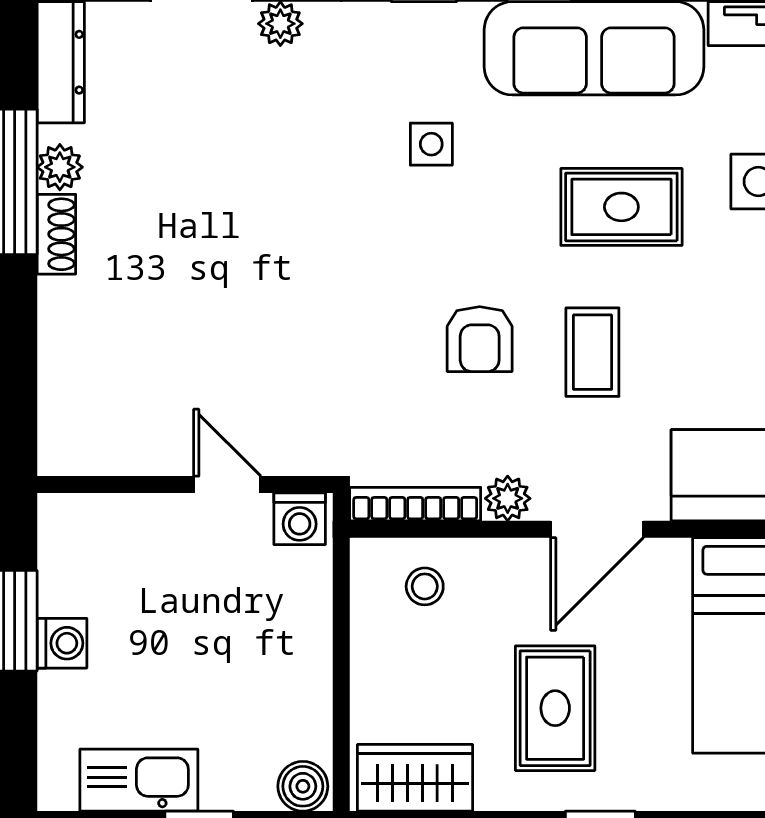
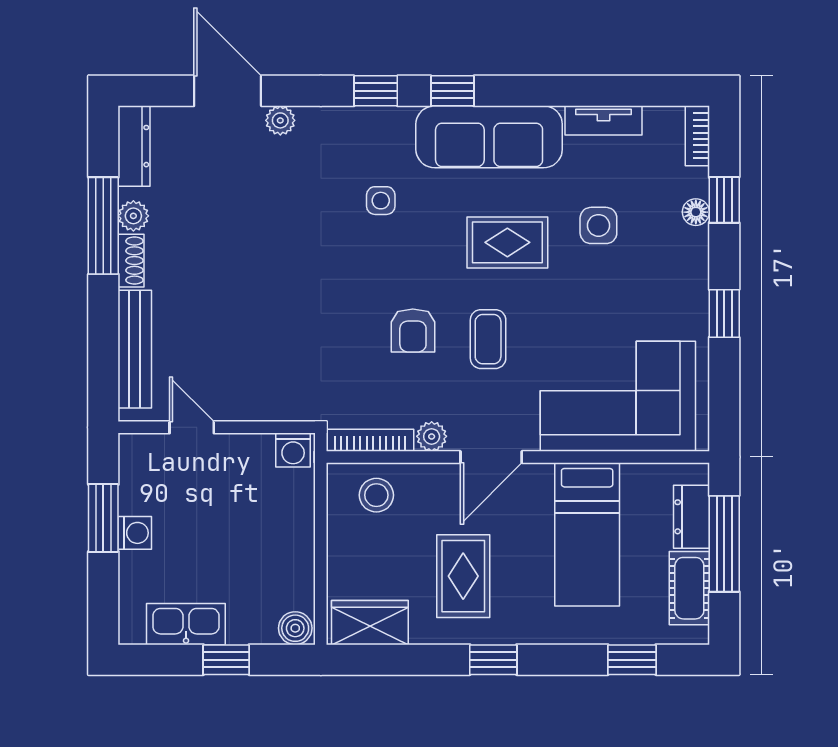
bench: (62, 367) -> (135, 349), added
door: (227, 485) -> (192, 427), moved
stool: (425, 586) -> (376, 495), width x1.37, depth x1.37

